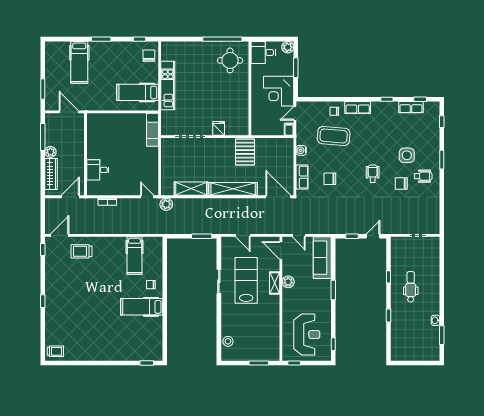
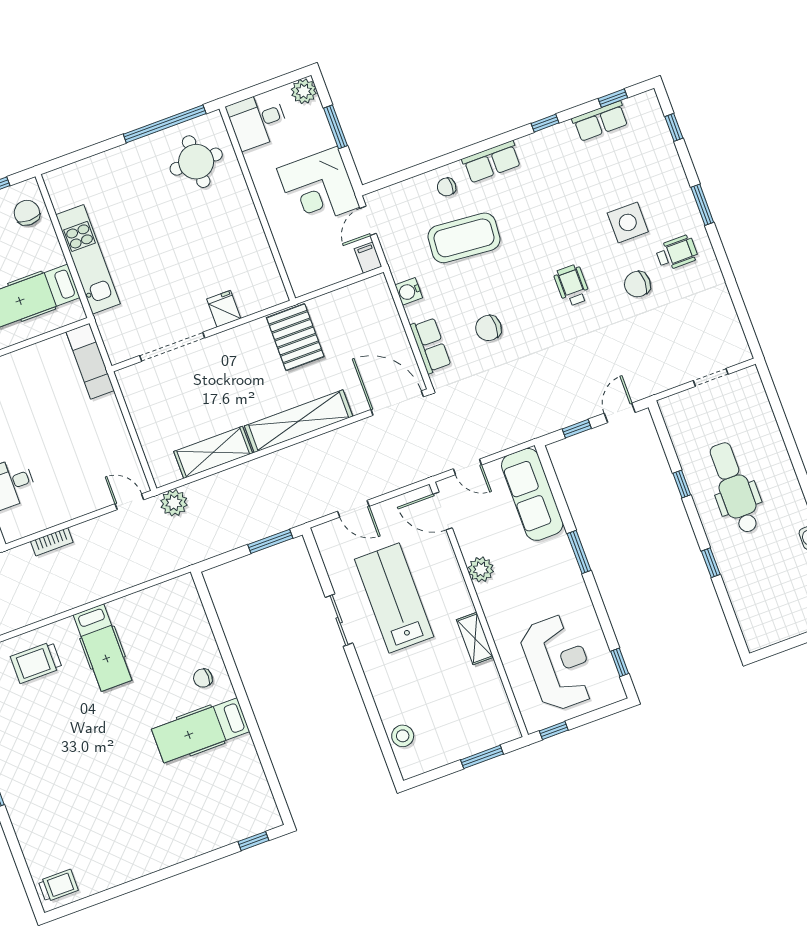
hospital bed: (134, 255) -> (102, 648), moved
shelving: (275, 283) -> (475, 638), moved
dental chair: (411, 287) -> (734, 488), width x1.36, depth x1.38

